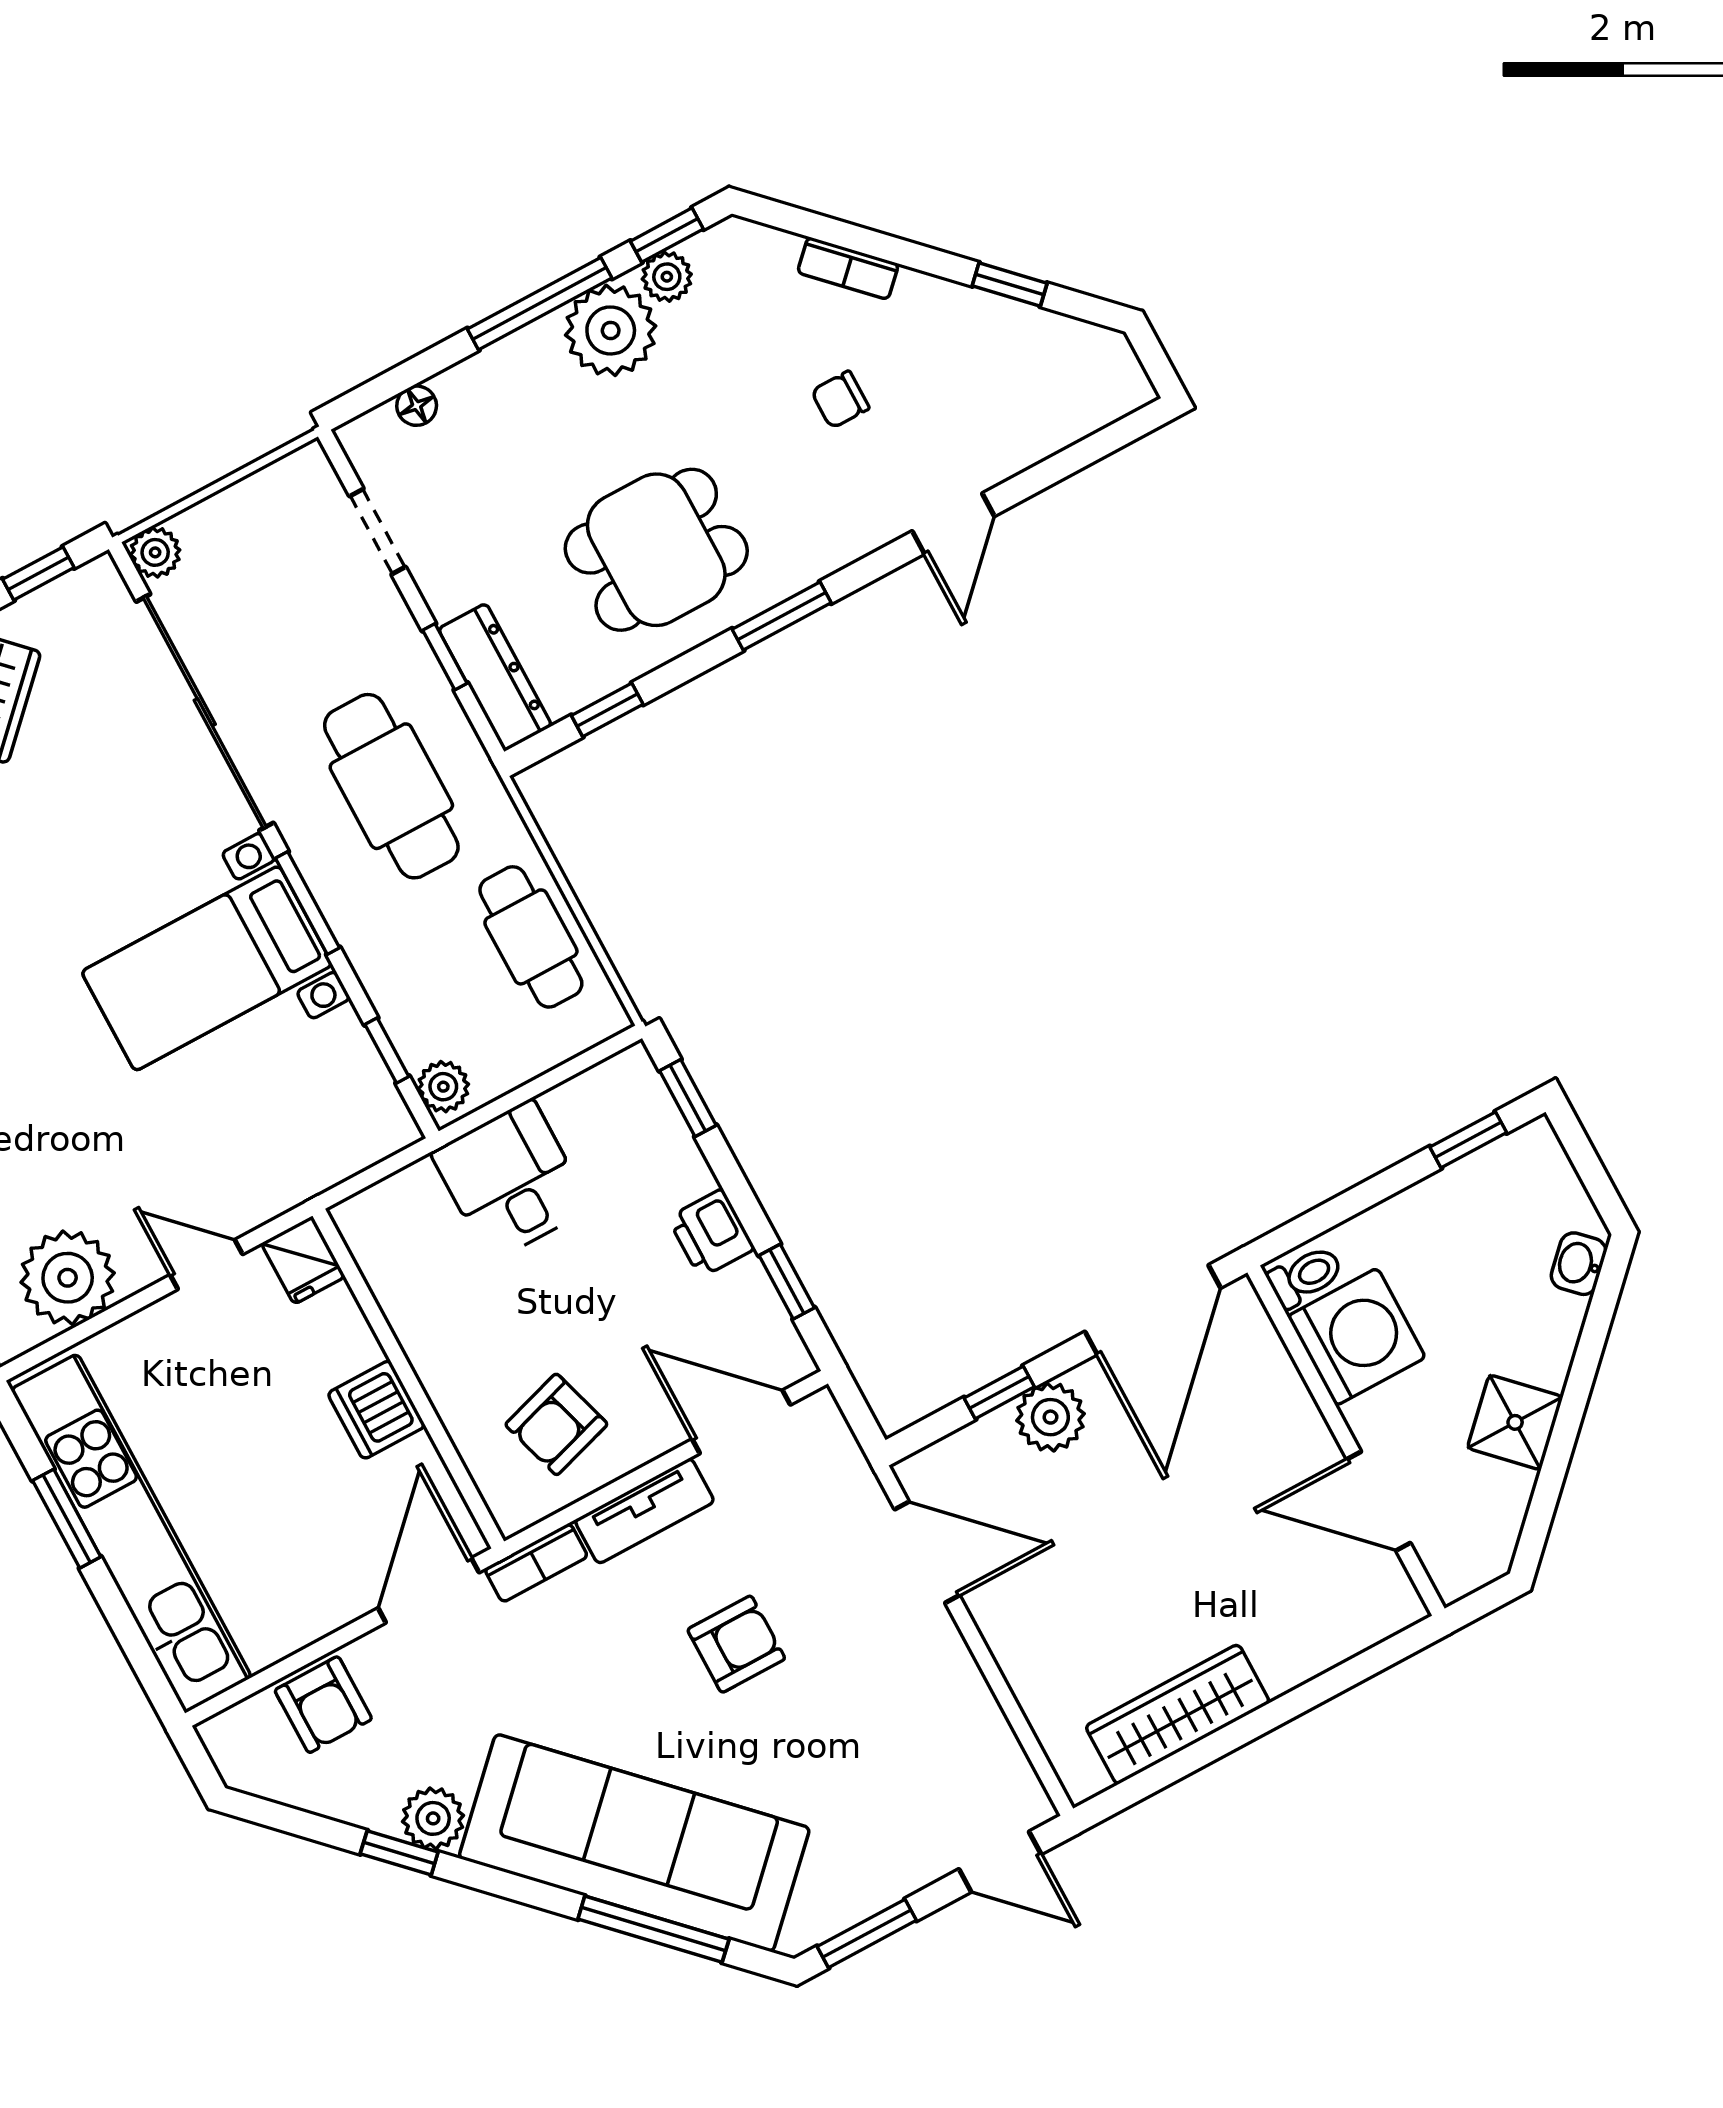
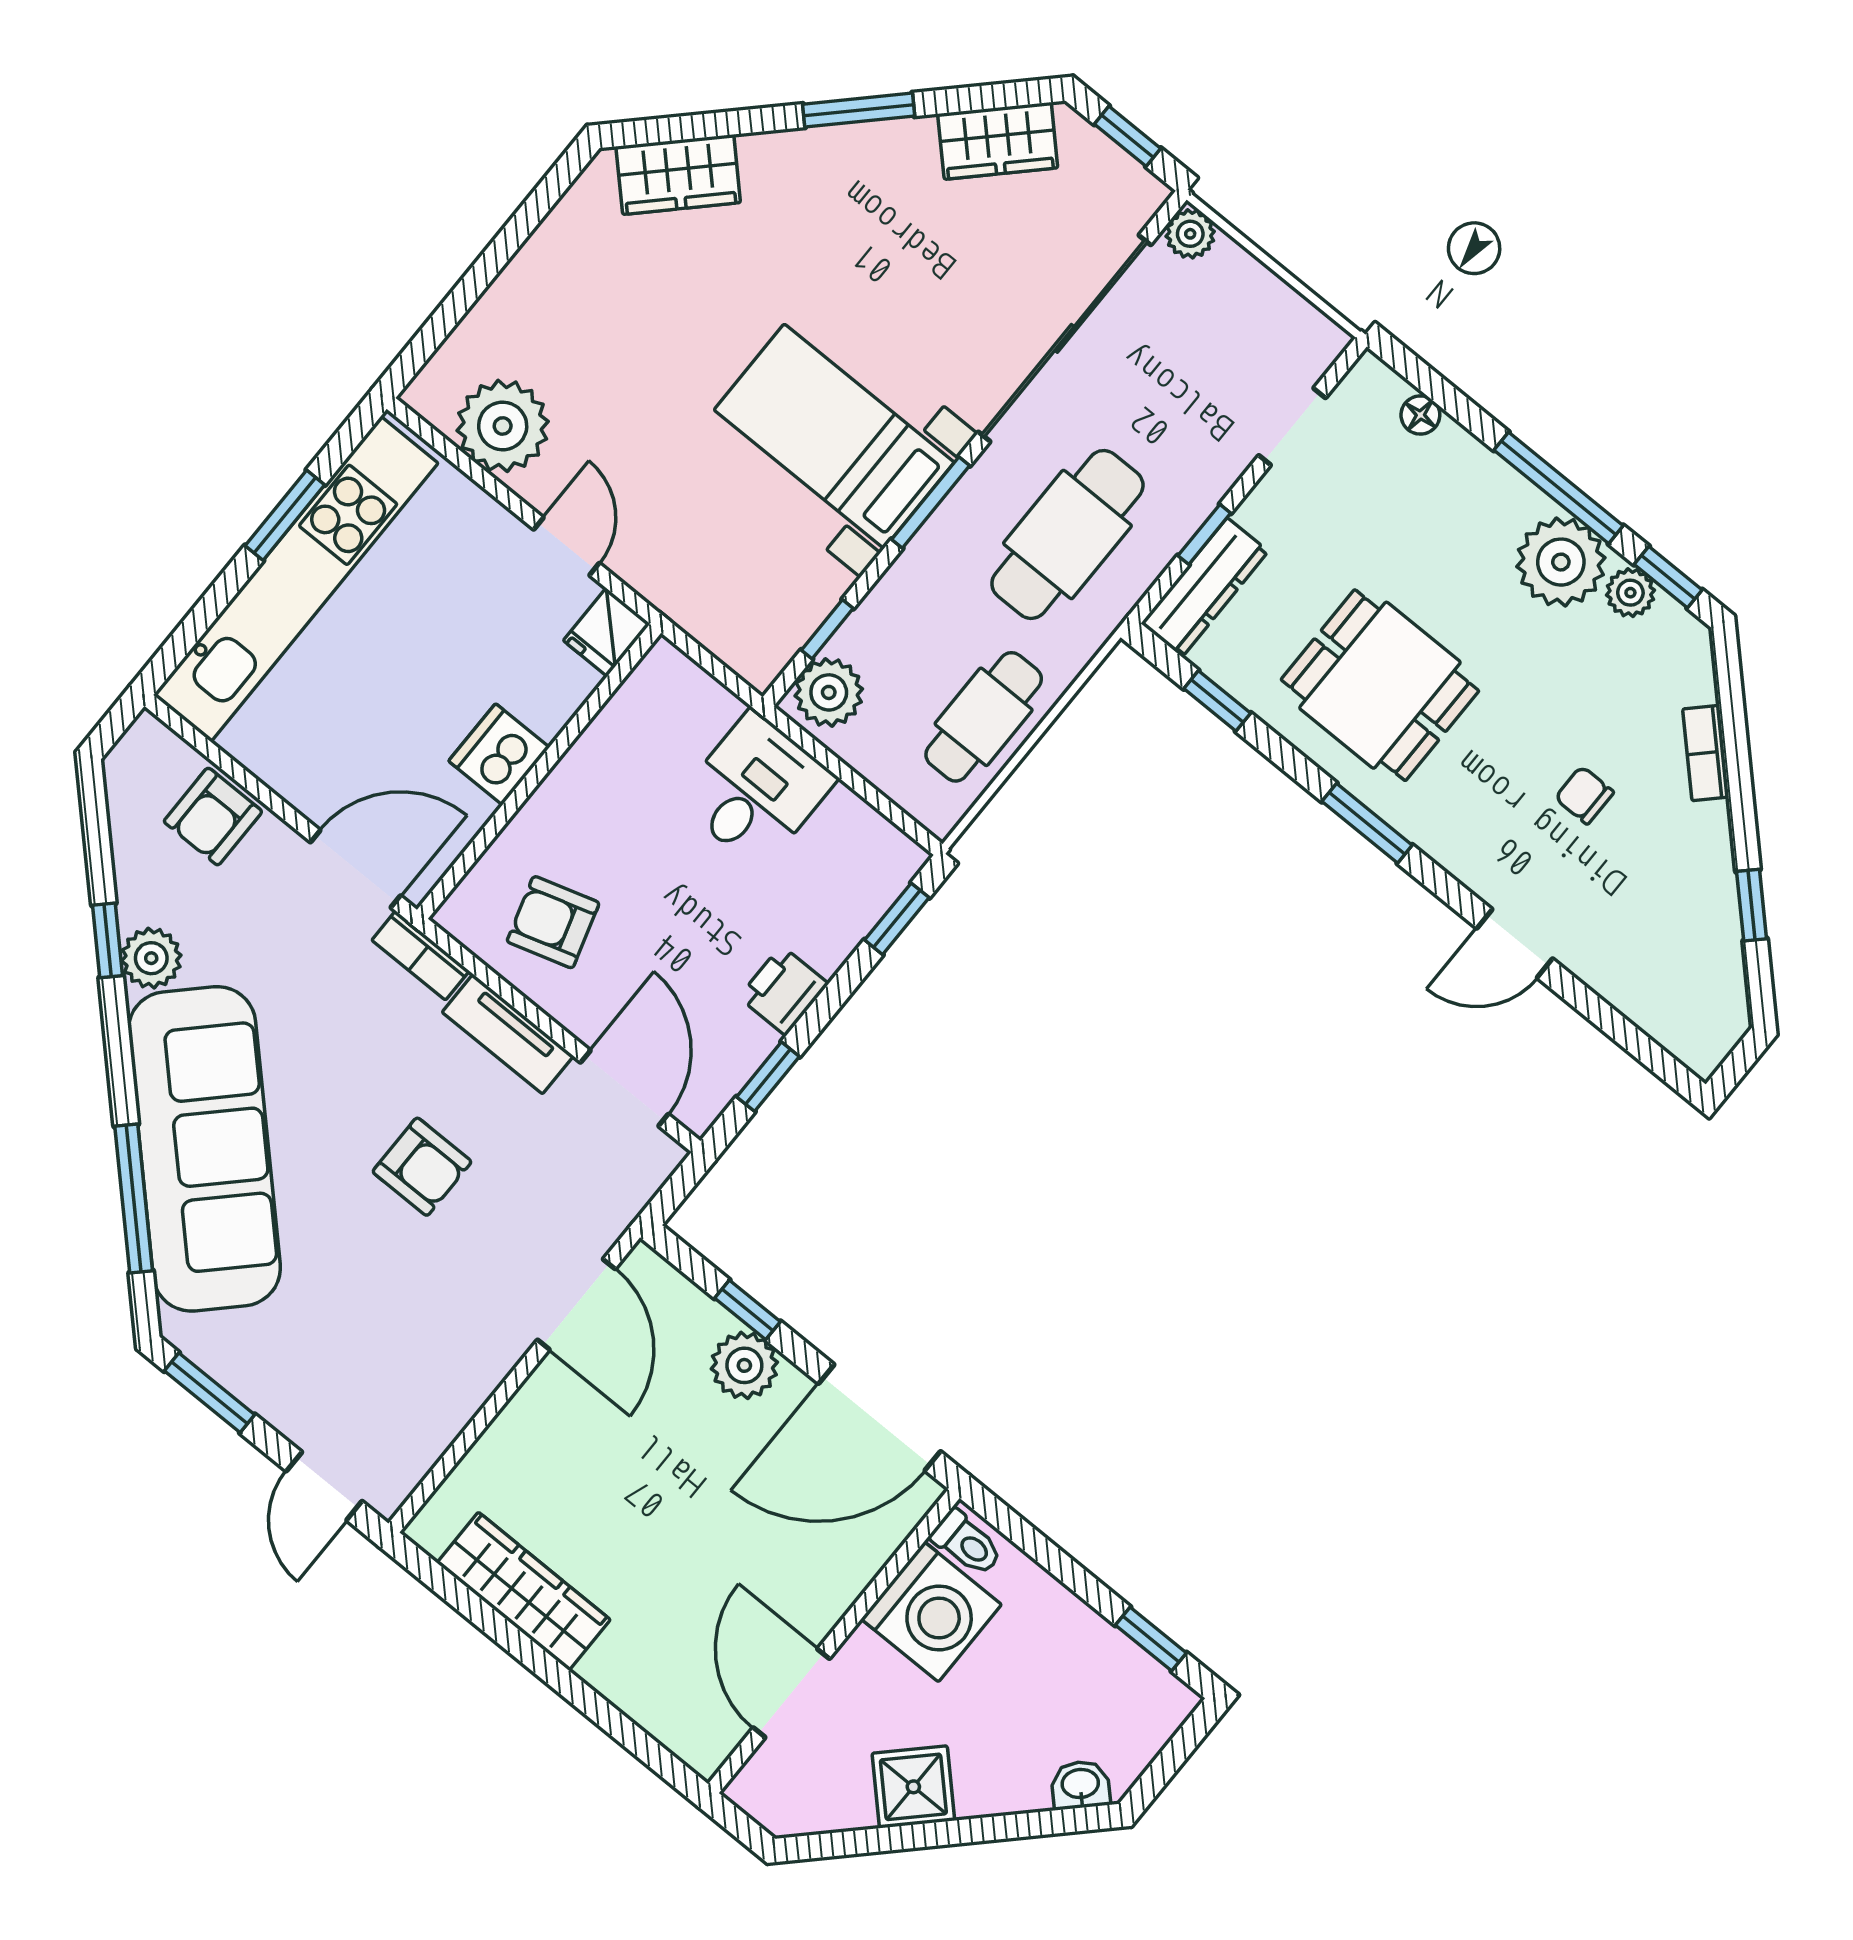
plant: (443, 1087) -> (829, 692), width x1.38, depth x1.38

